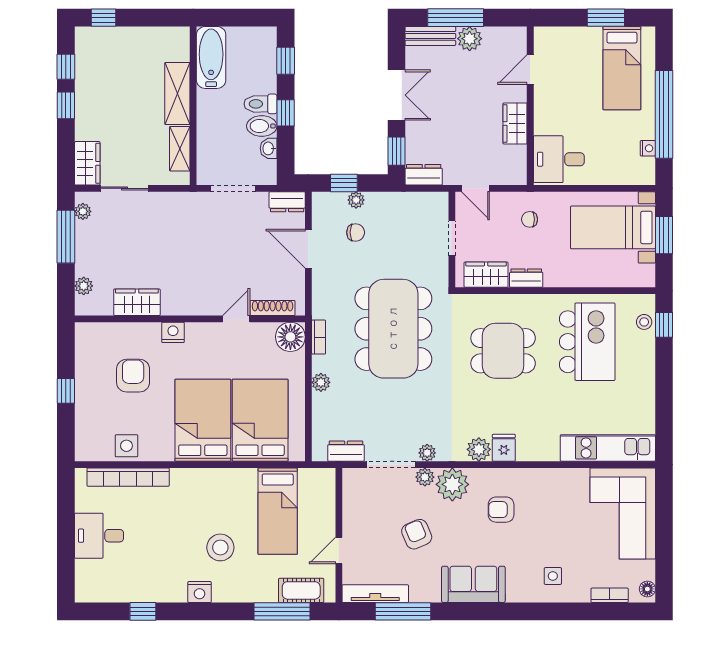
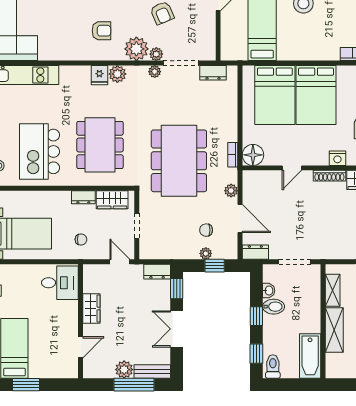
toilet: (260, 104) -> (273, 367), moved, turned -90
shoe rack: (273, 308) -> (329, 176), moved
dining table: (503, 351) -> (100, 145), width x1.38
plant: (321, 382) -> (231, 191), moved

